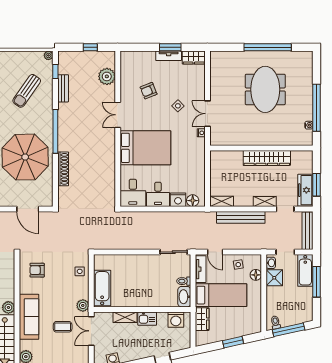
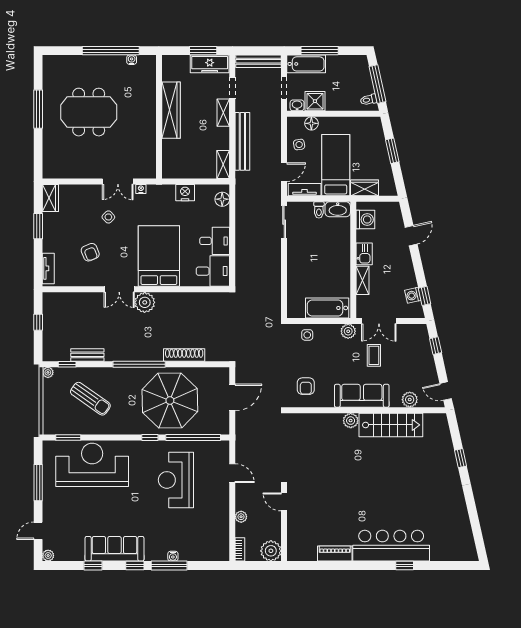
window: (268, 47) -> (38, 109), width x0.68
tv unit: (169, 56) -> (48, 268), moved
plant: (107, 76) -> (145, 302), moved
nightstand: (178, 200) -> (185, 193), moved, turned -90

